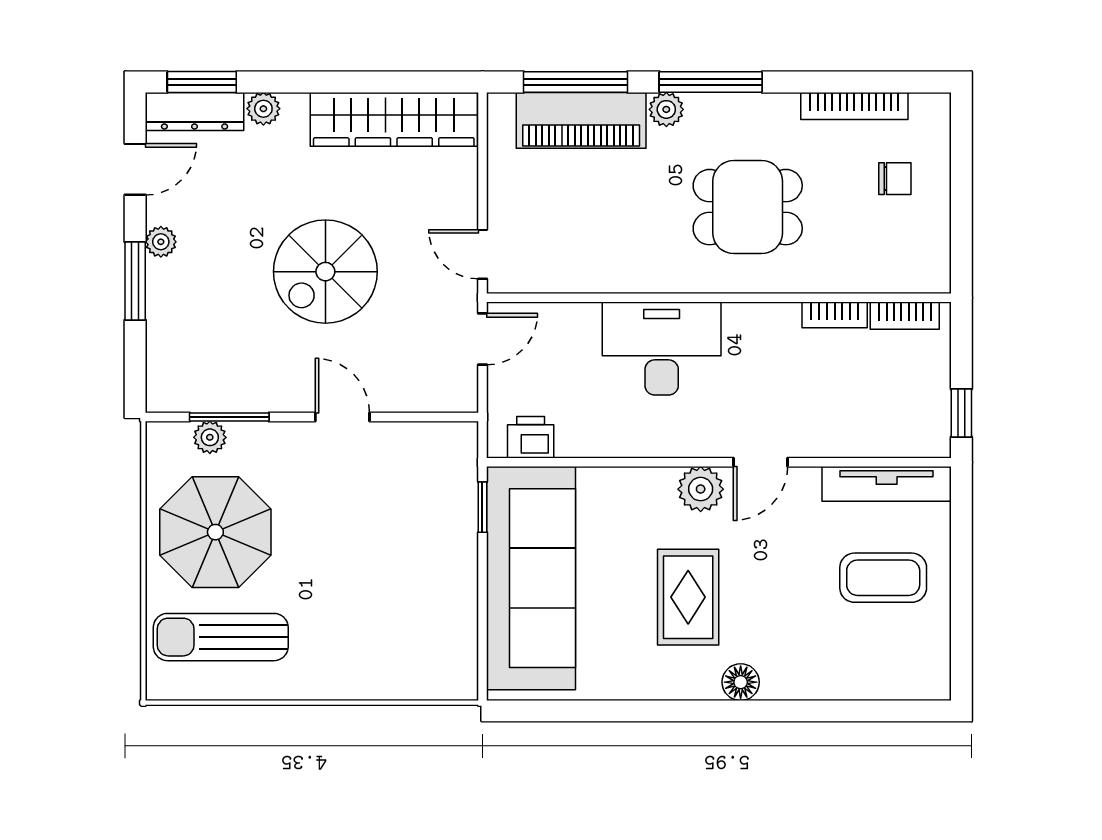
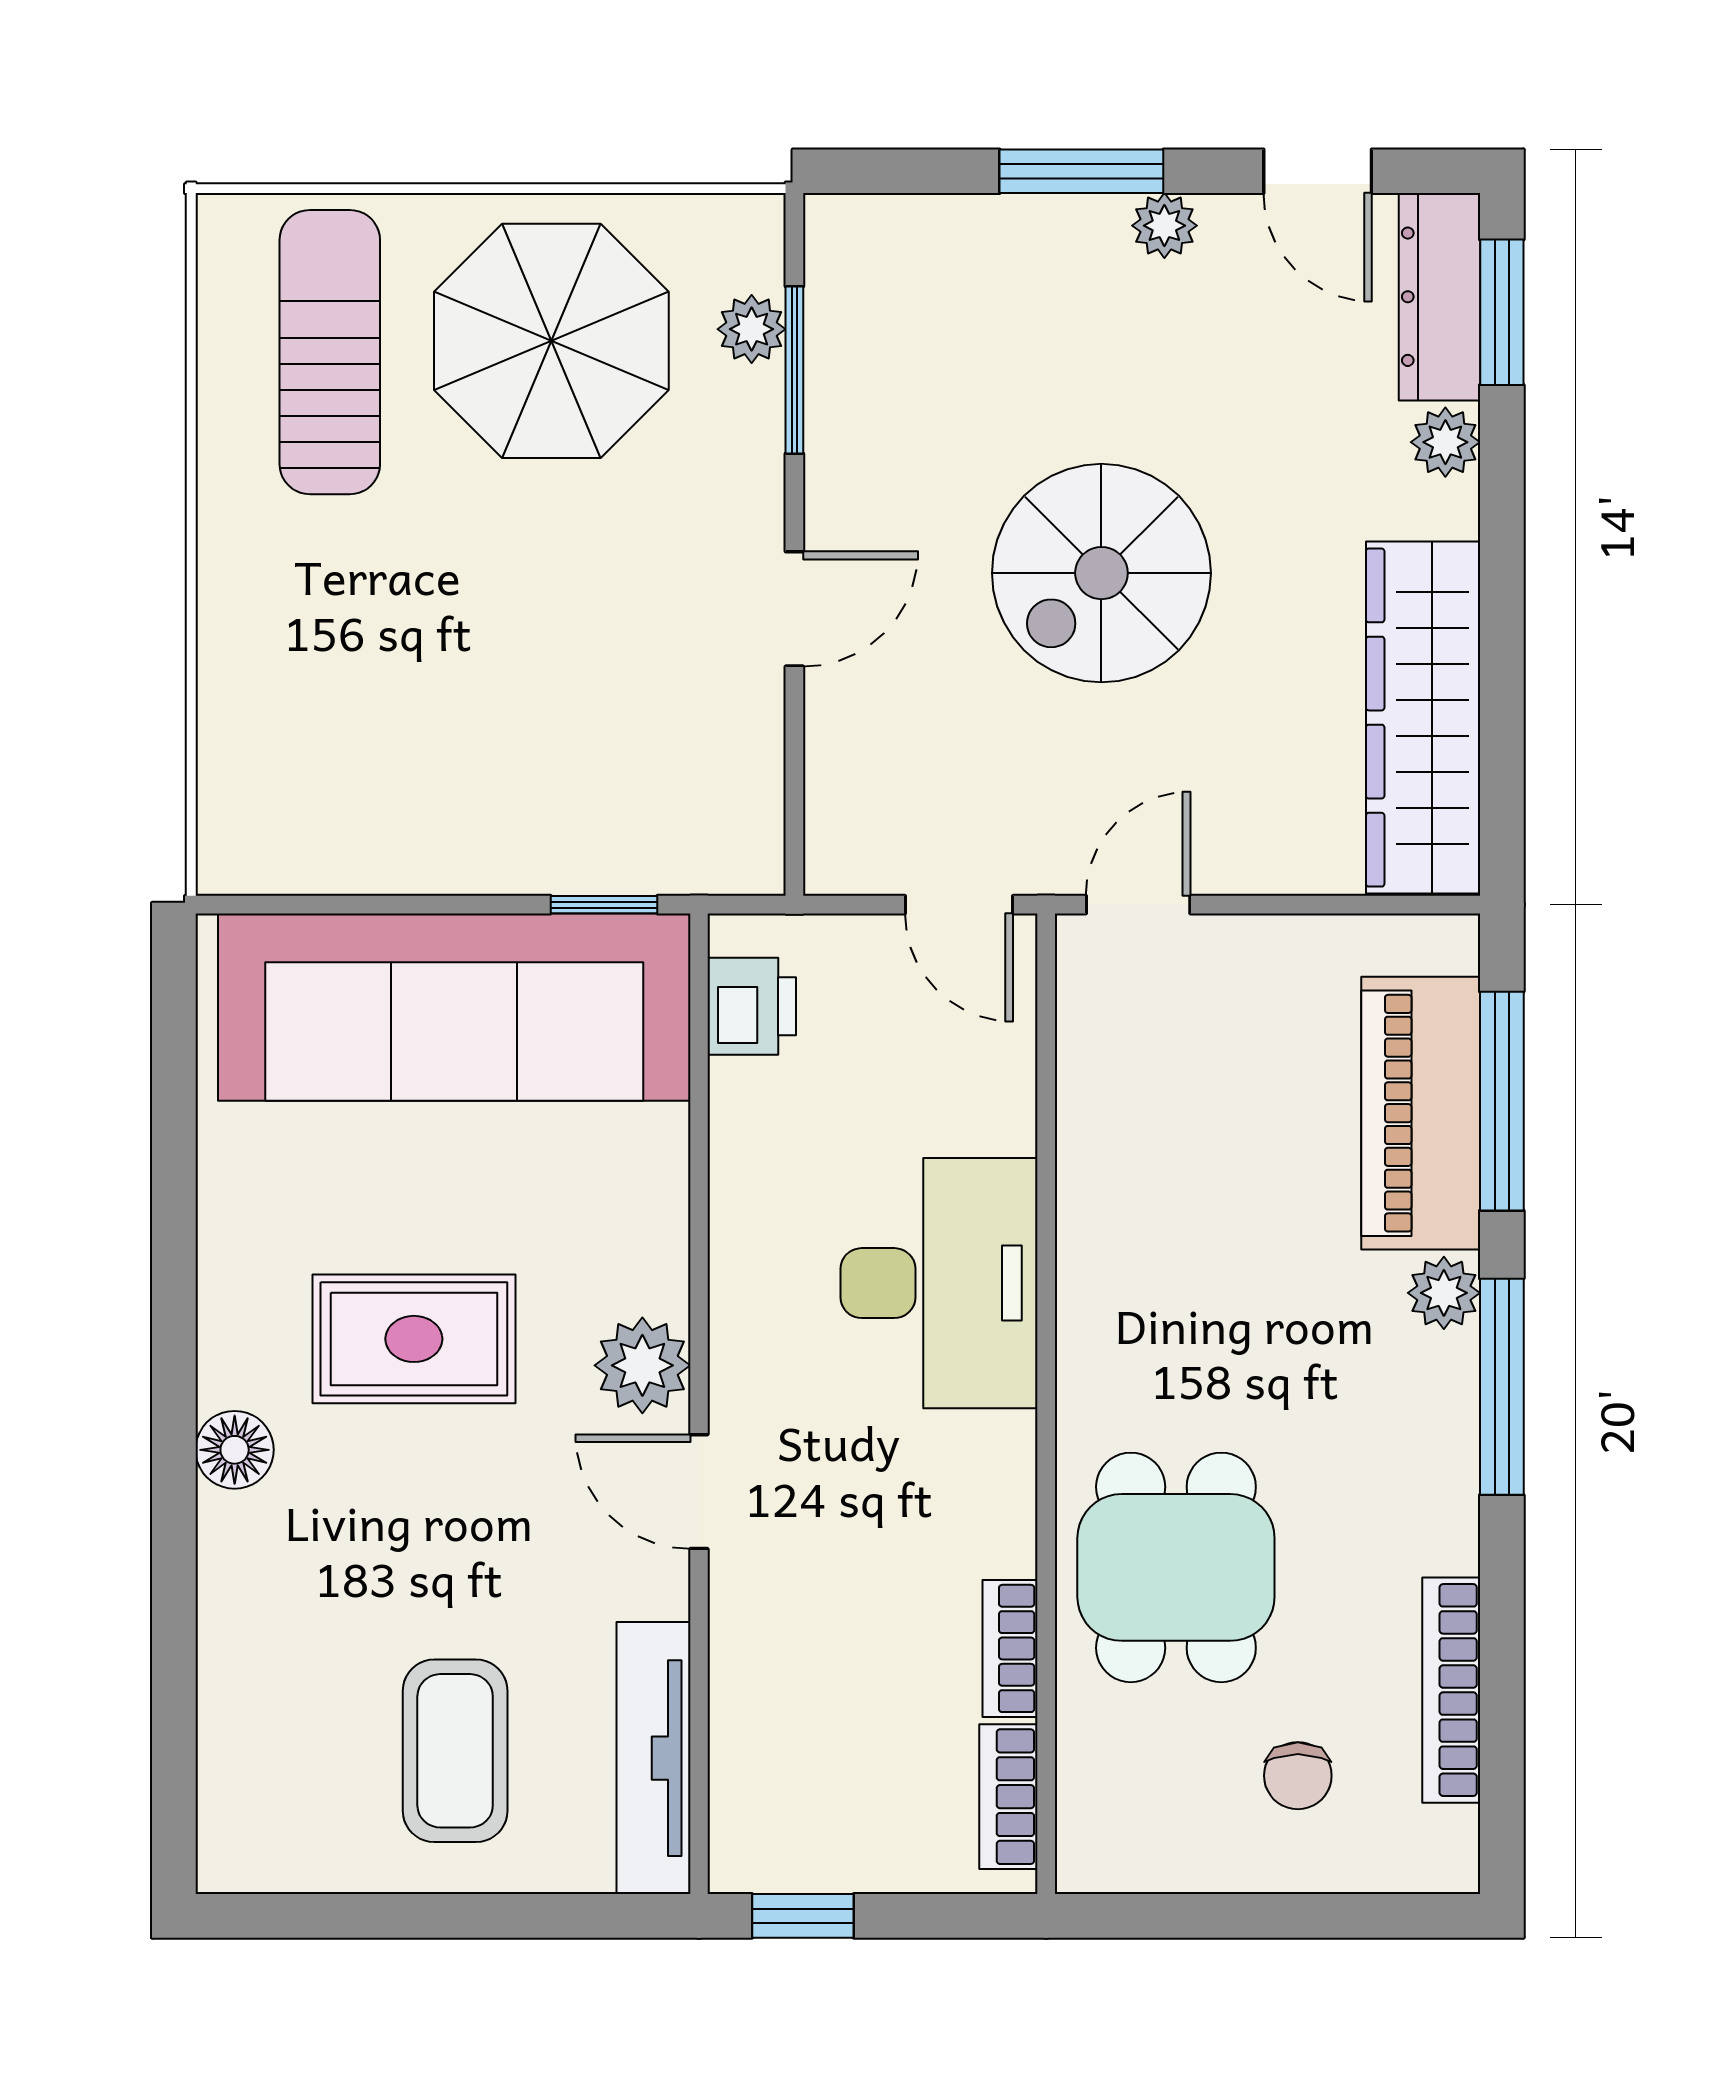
dining table: (748, 207) -> (1176, 1567), moved
spiral stairs: (325, 272) -> (1101, 573), turned -90

